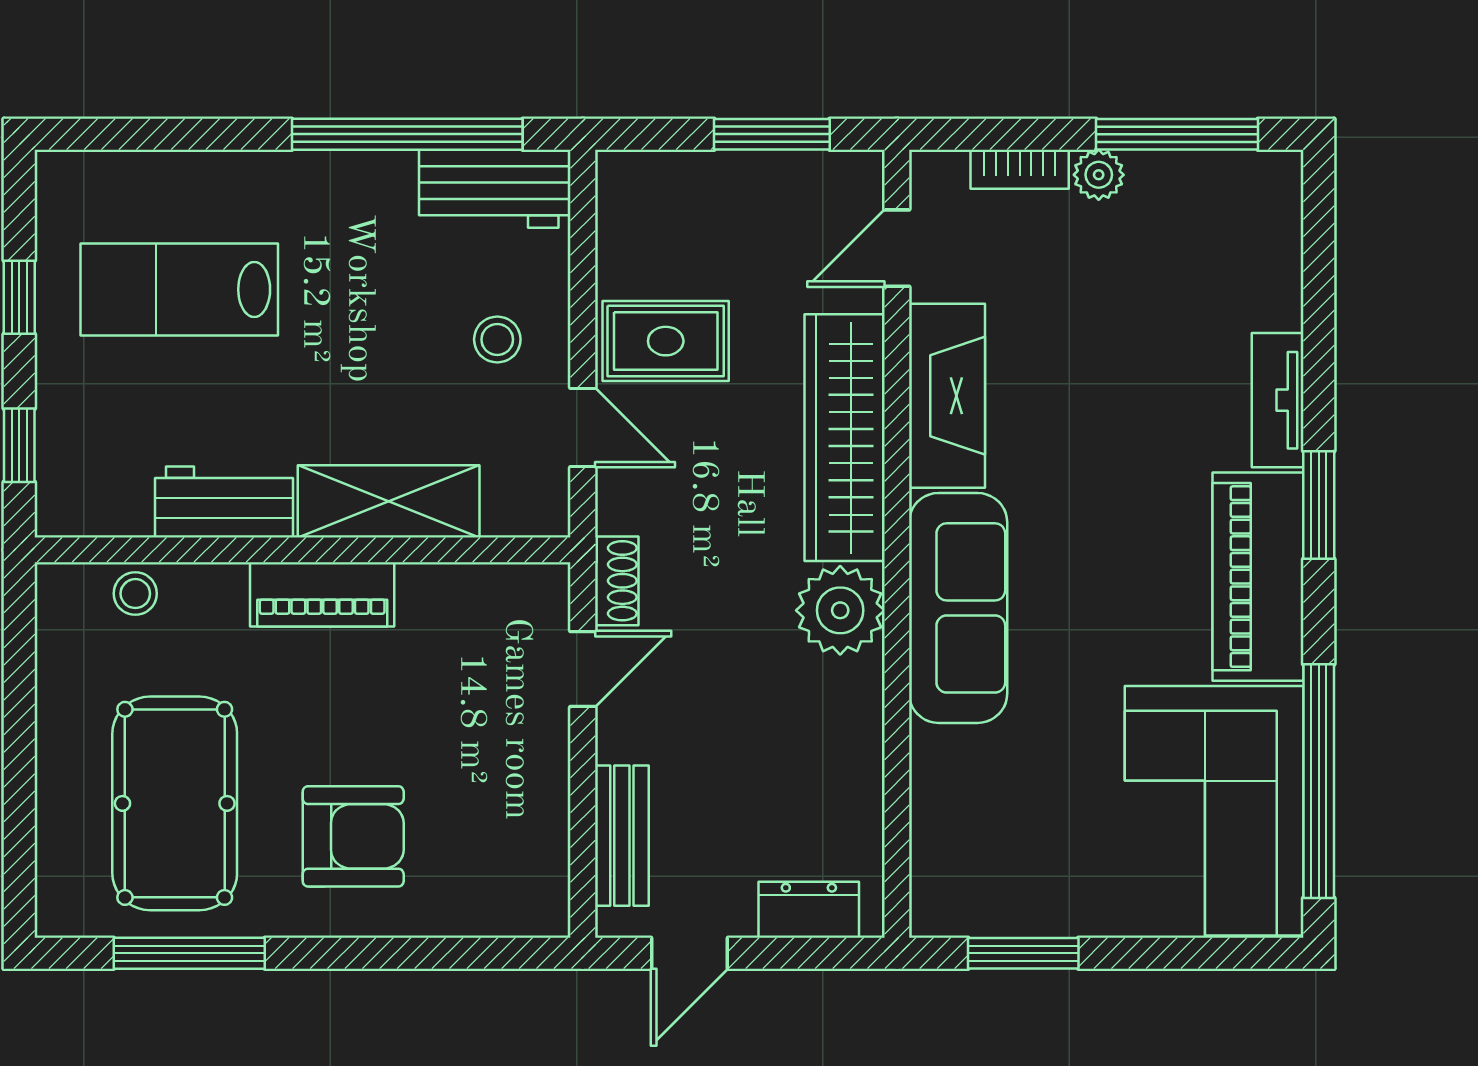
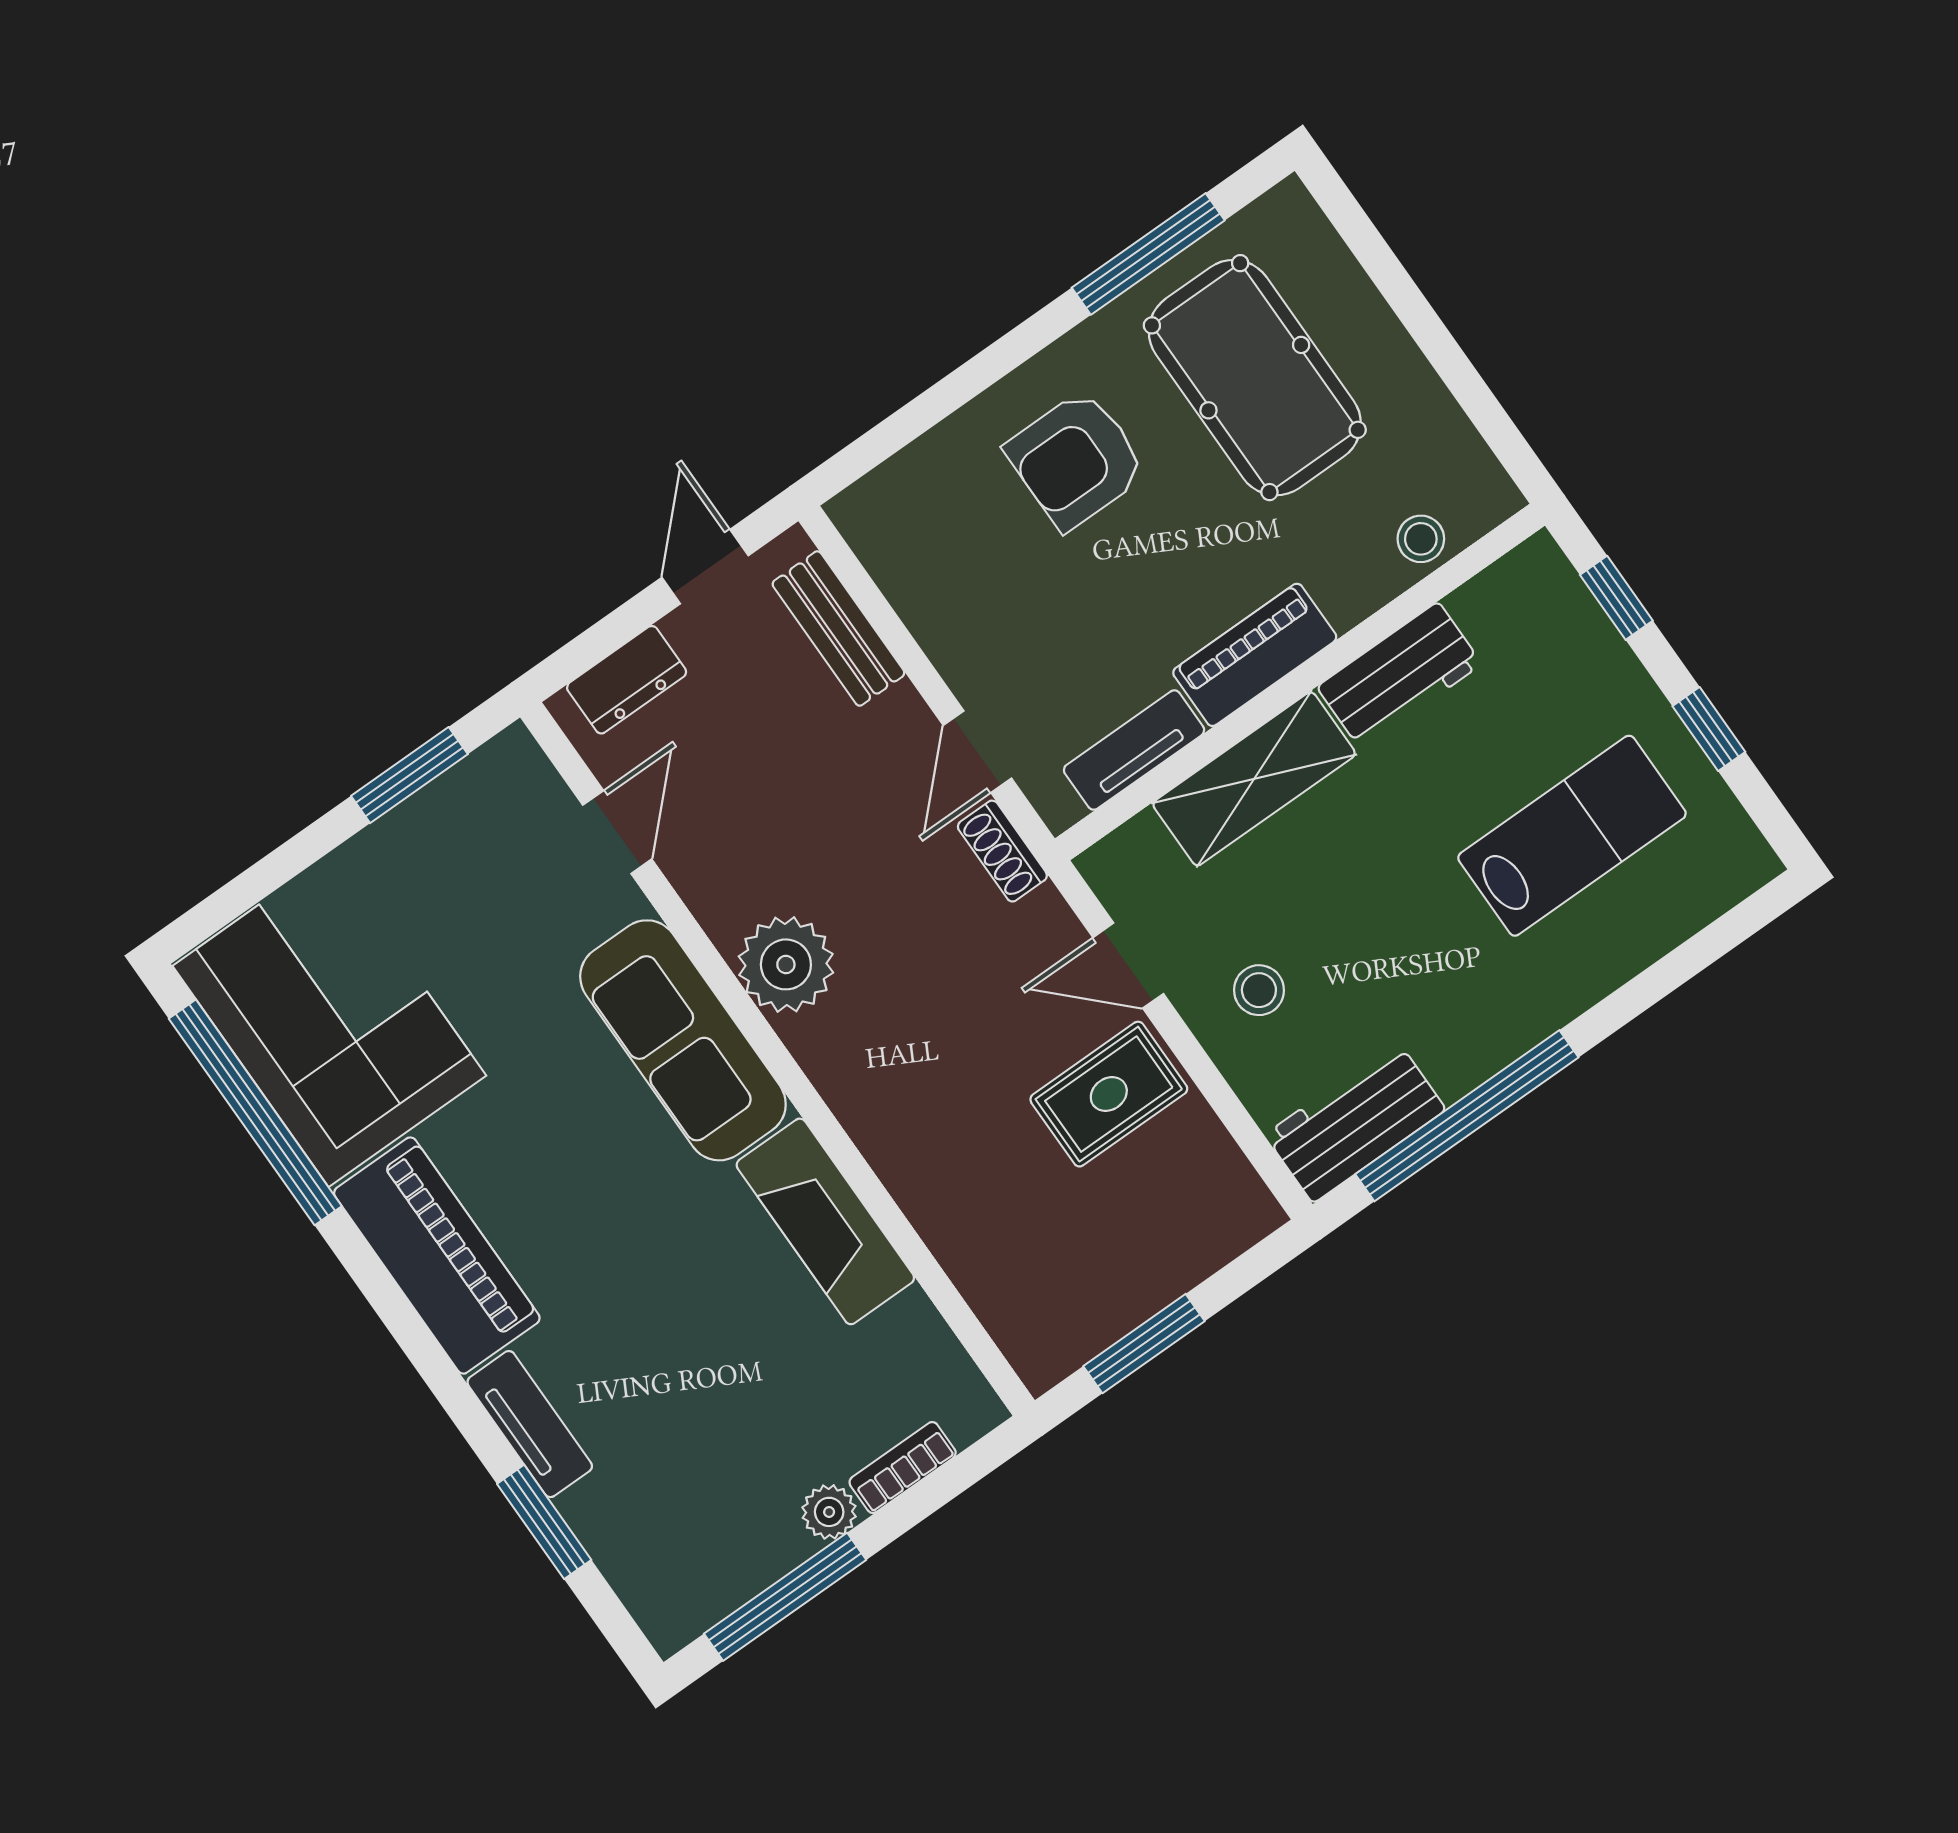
door: (897, 248) -> (617, 832), moved
wardrobe: (845, 438) -> (890, 1120), removed
window: (1319, 505) -> (544, 1522), moved
tv unit: (464, 587) -> (1134, 750), added

